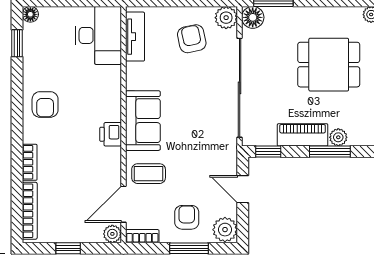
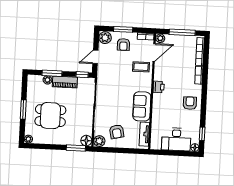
desk: (98, 35) -> (176, 139), moved, turned -90
sofa: (143, 121) -> (142, 106), moved
door: (243, 189) -> (95, 57), swing flipped
window: (68, 248) -> (182, 32), width x2.17

